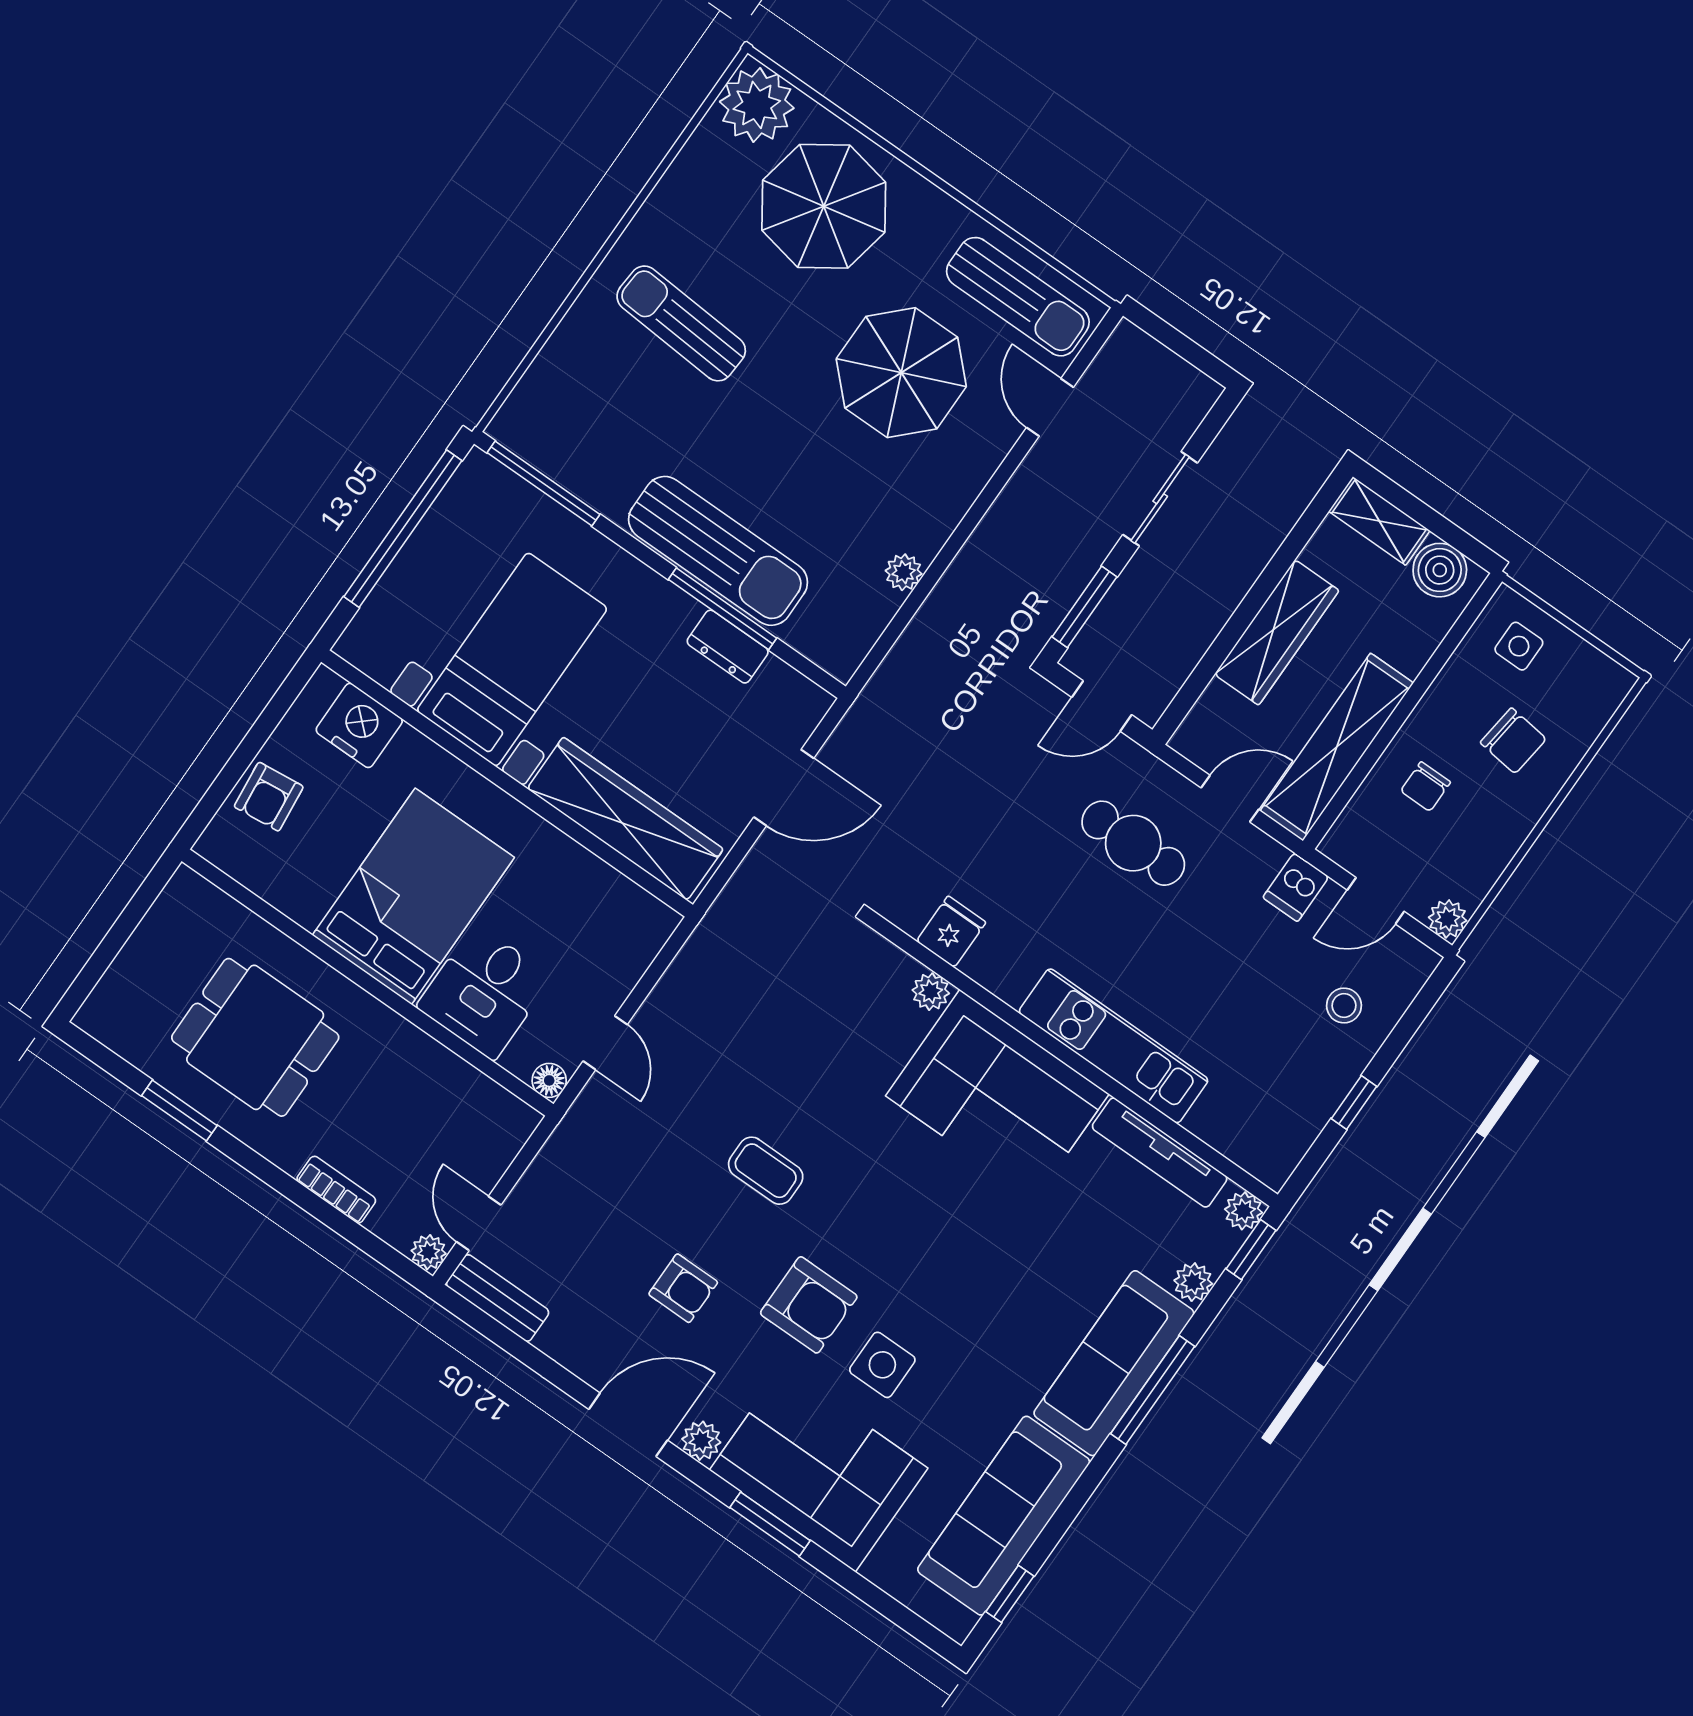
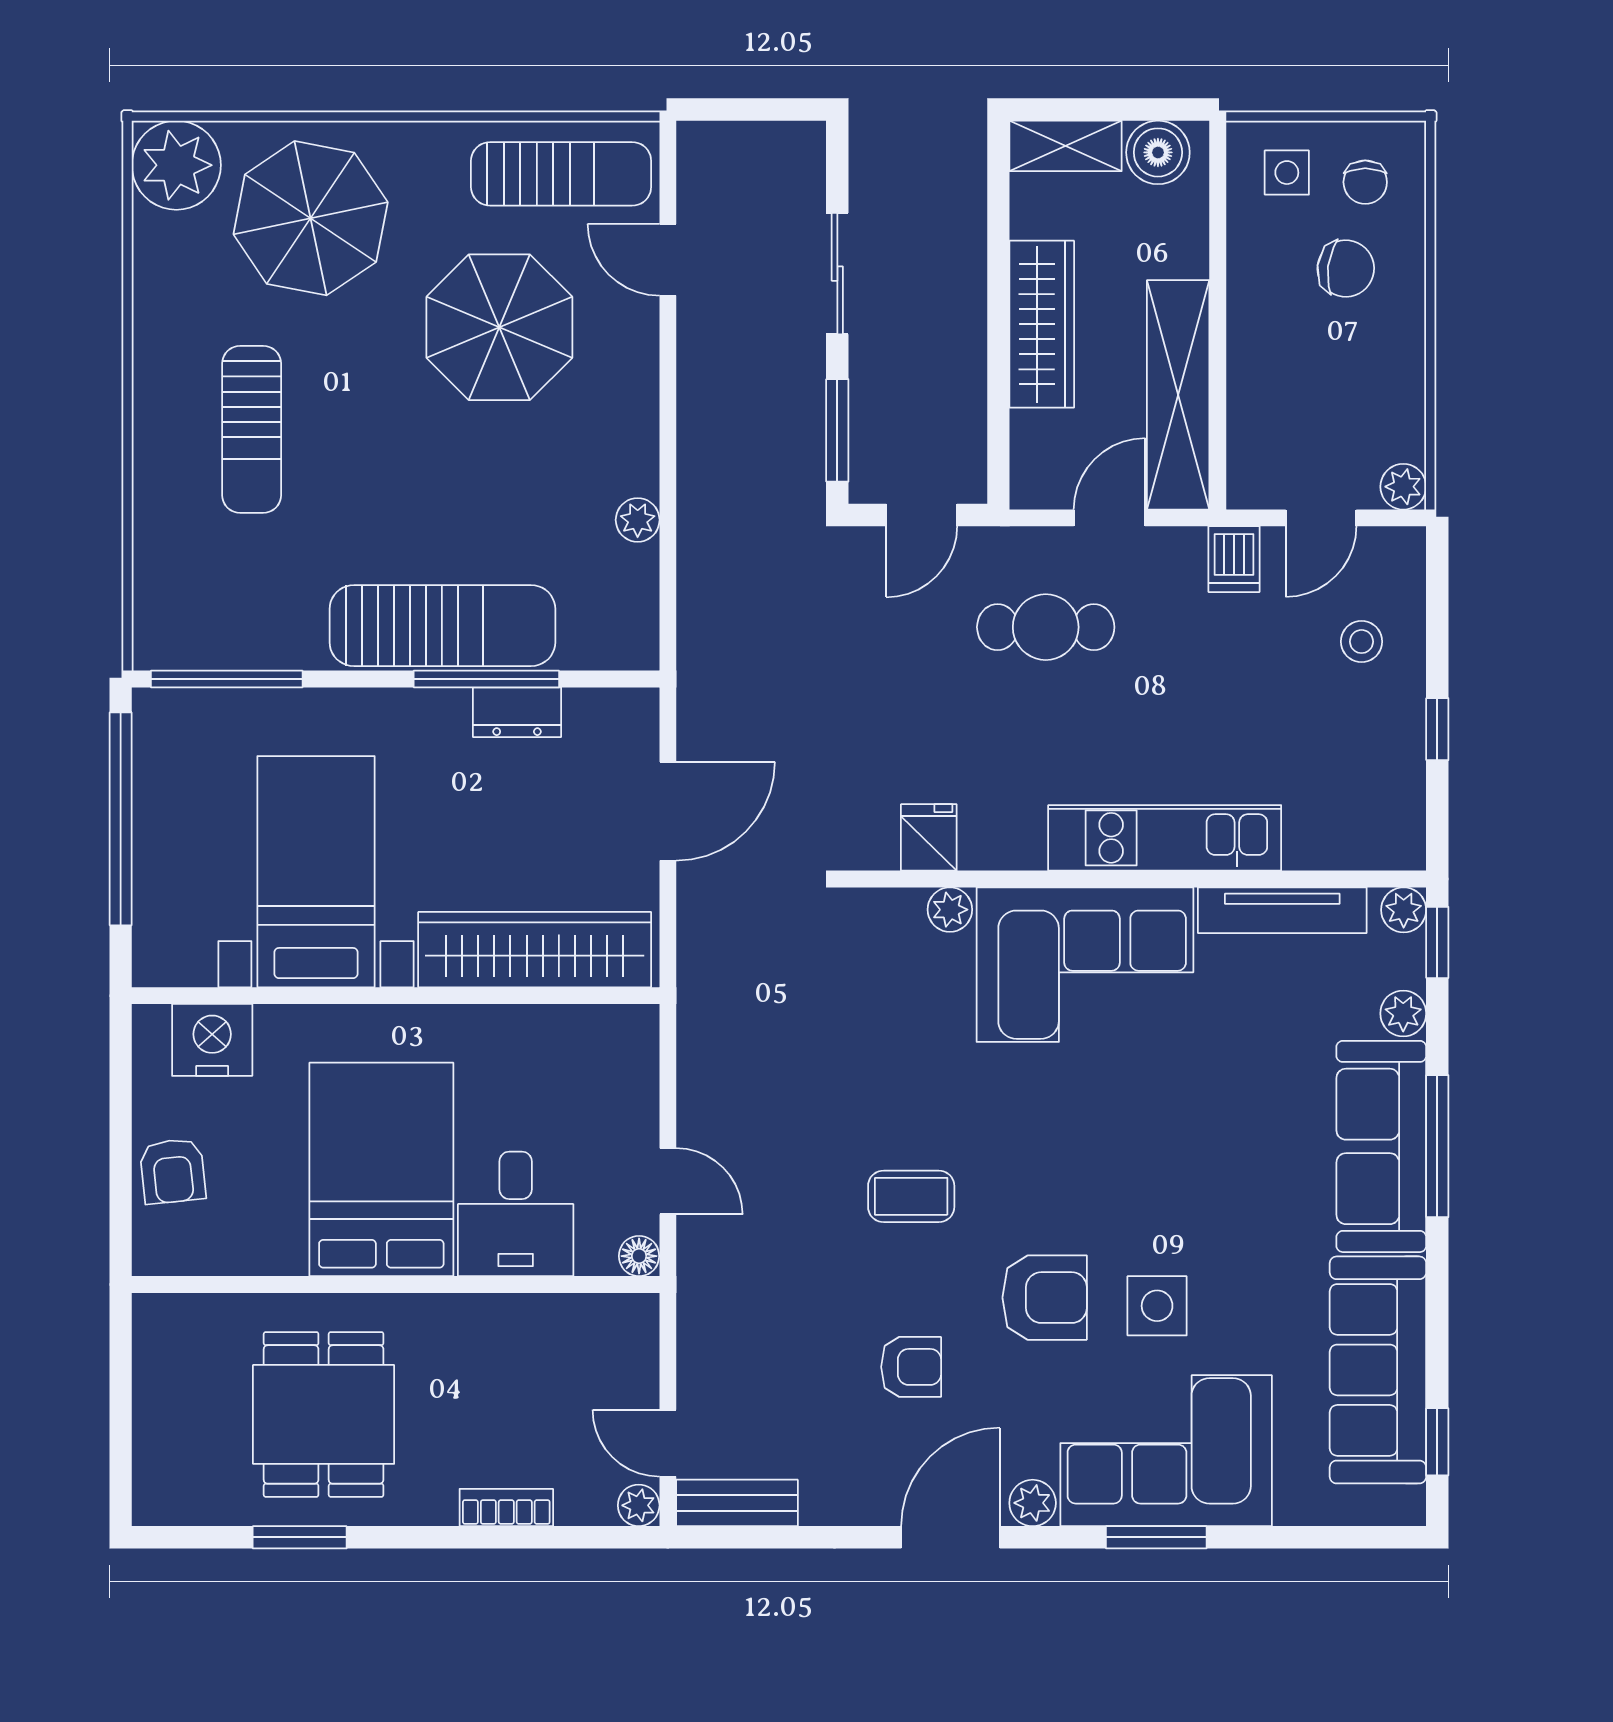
sun lounger: (681, 323) -> (252, 429), turned -94
chair: (1425, 787) -> (1365, 182), moved
dining table: (255, 1037) -> (324, 1414), turned 90

